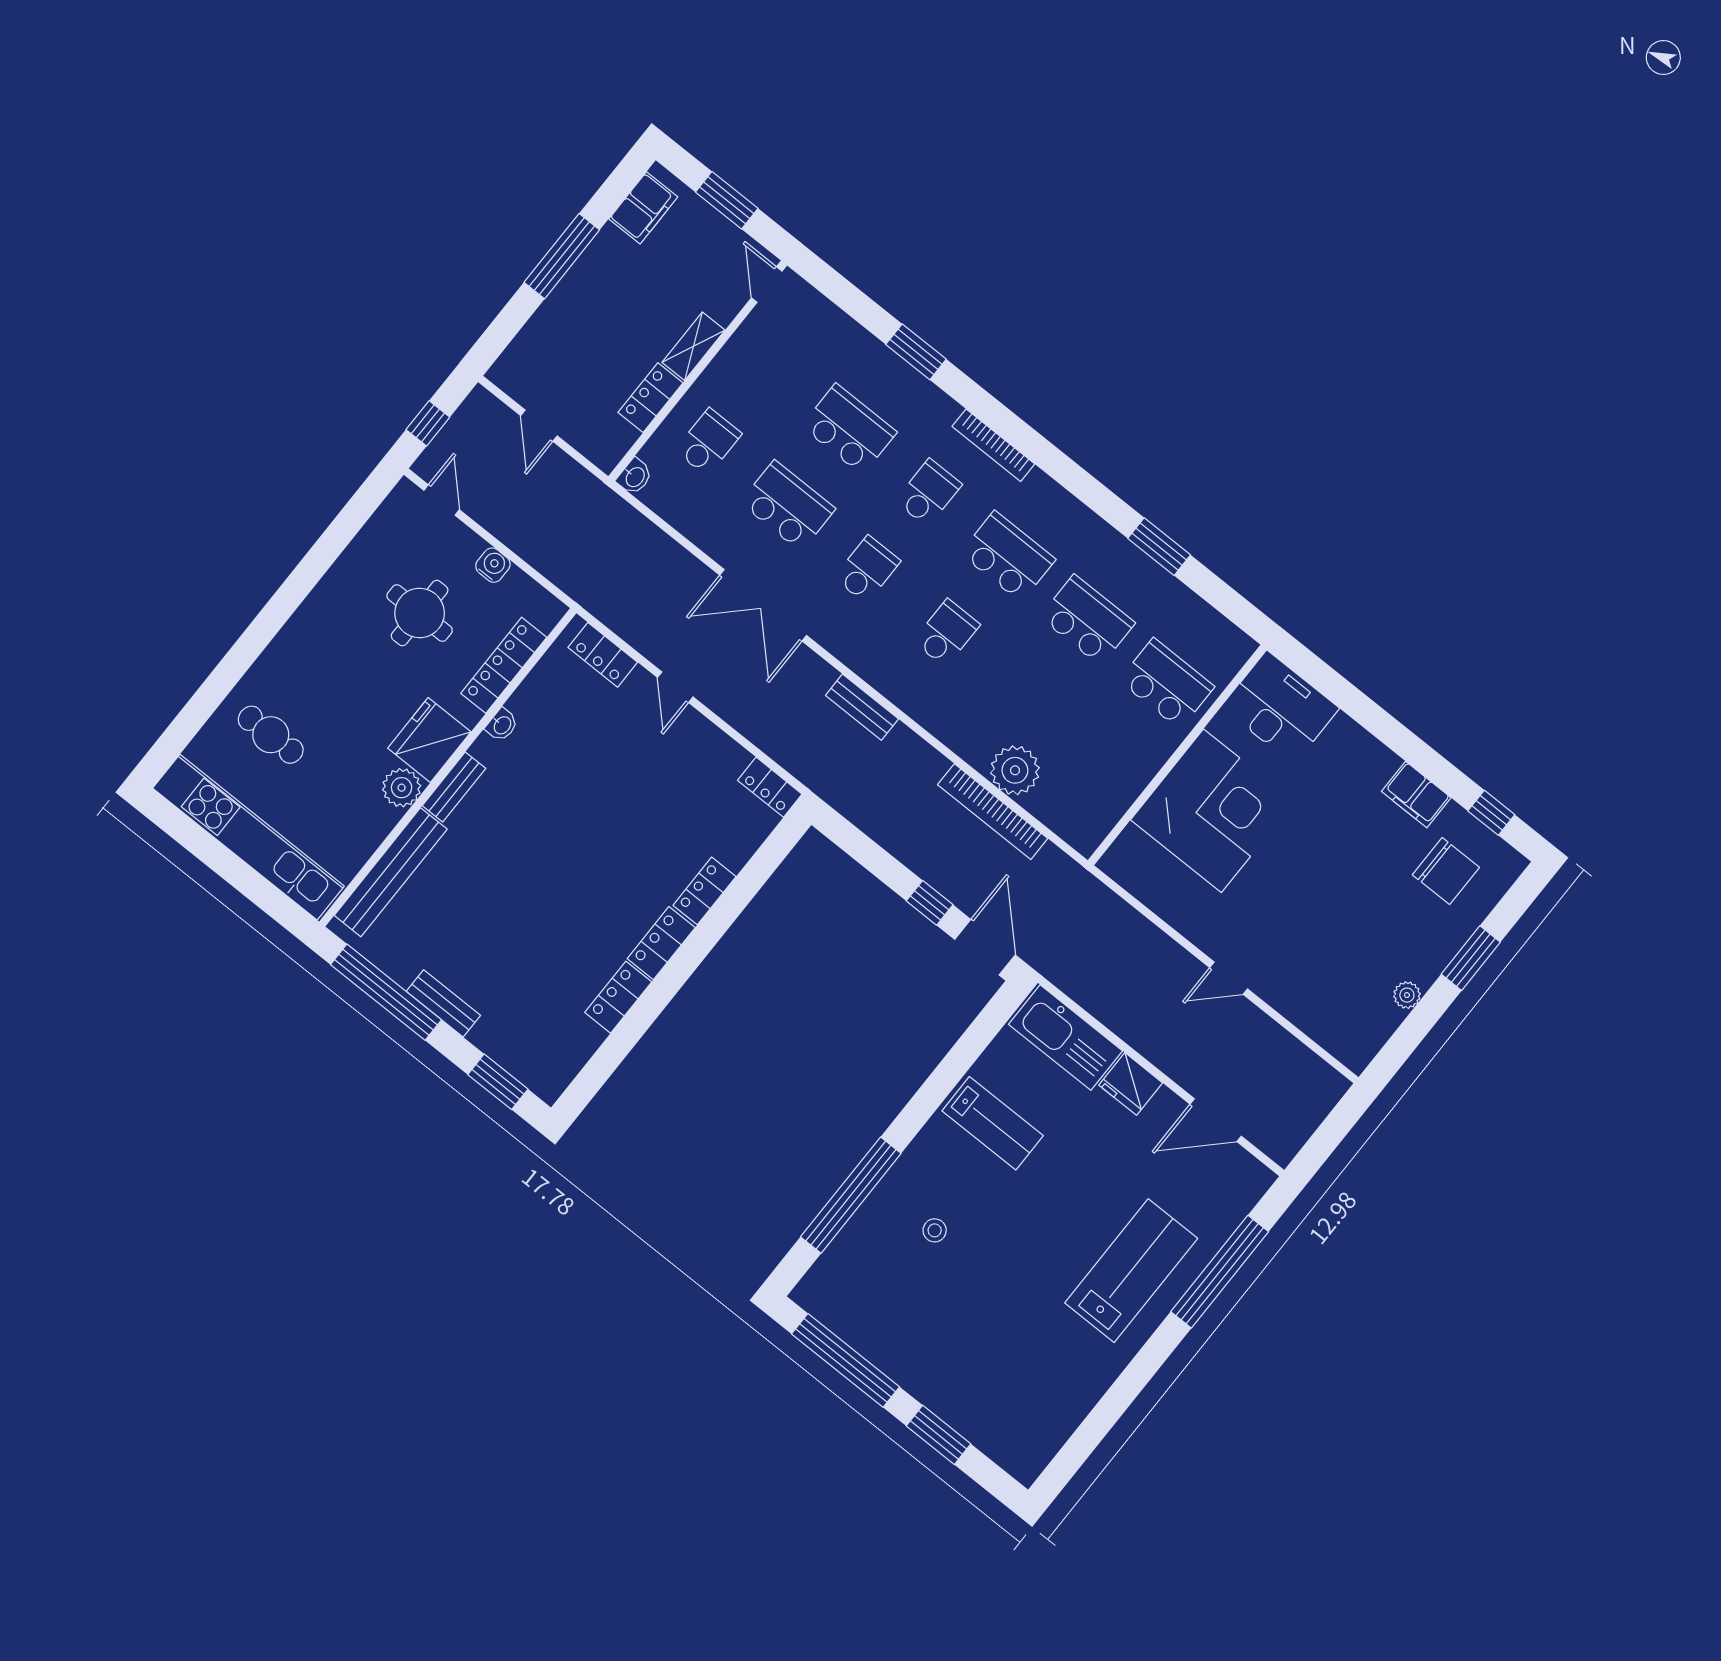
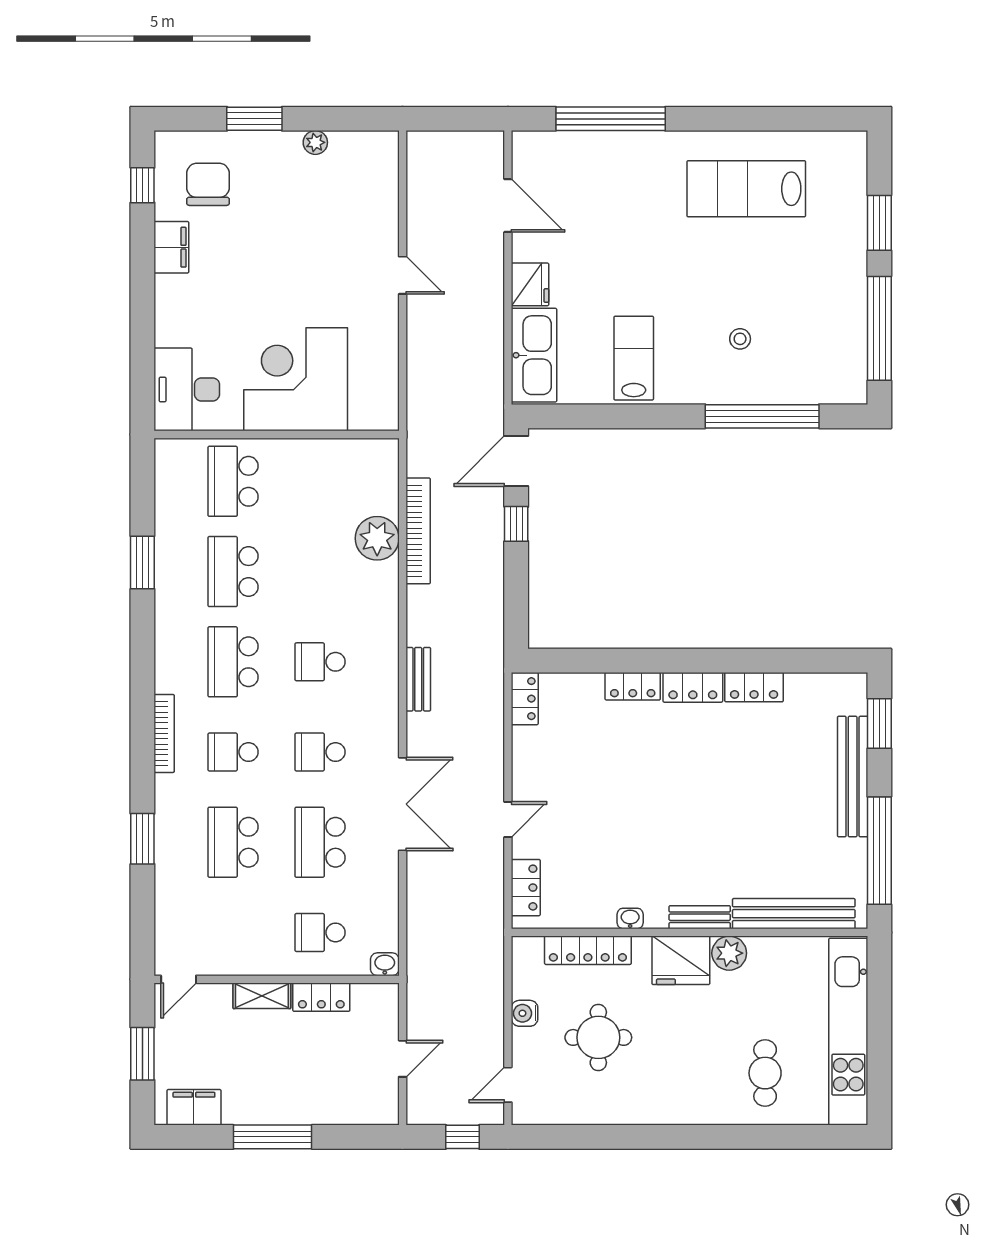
bench: (443, 1003) -> (853, 777), width x1.86, depth x1.21
lab bench: (1131, 1271) -> (746, 189), moved

